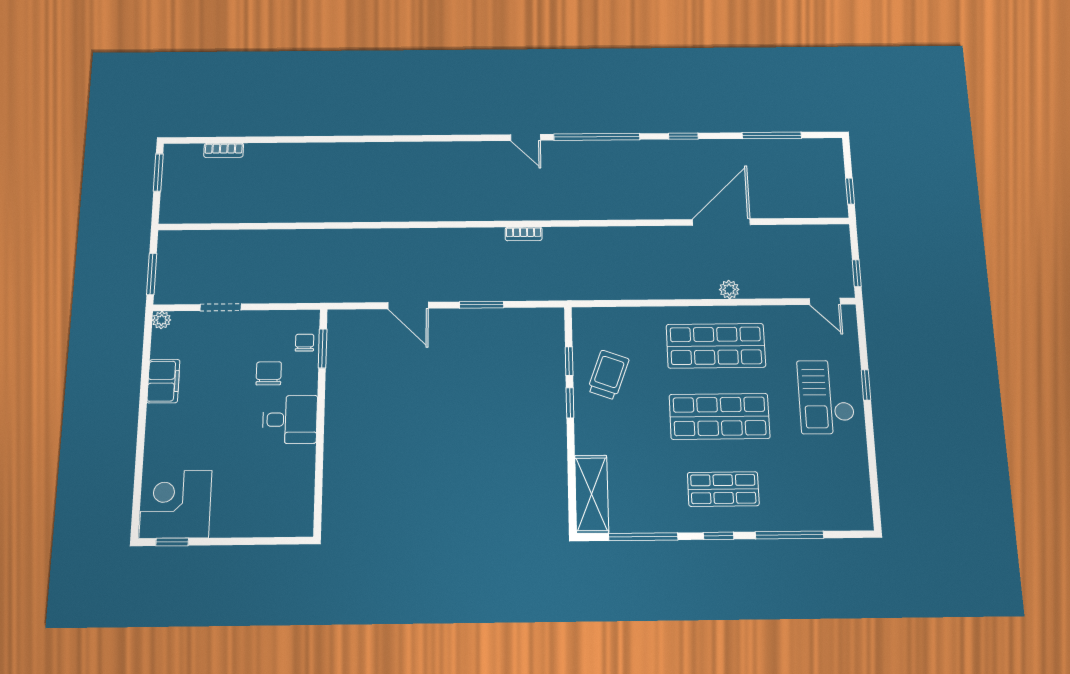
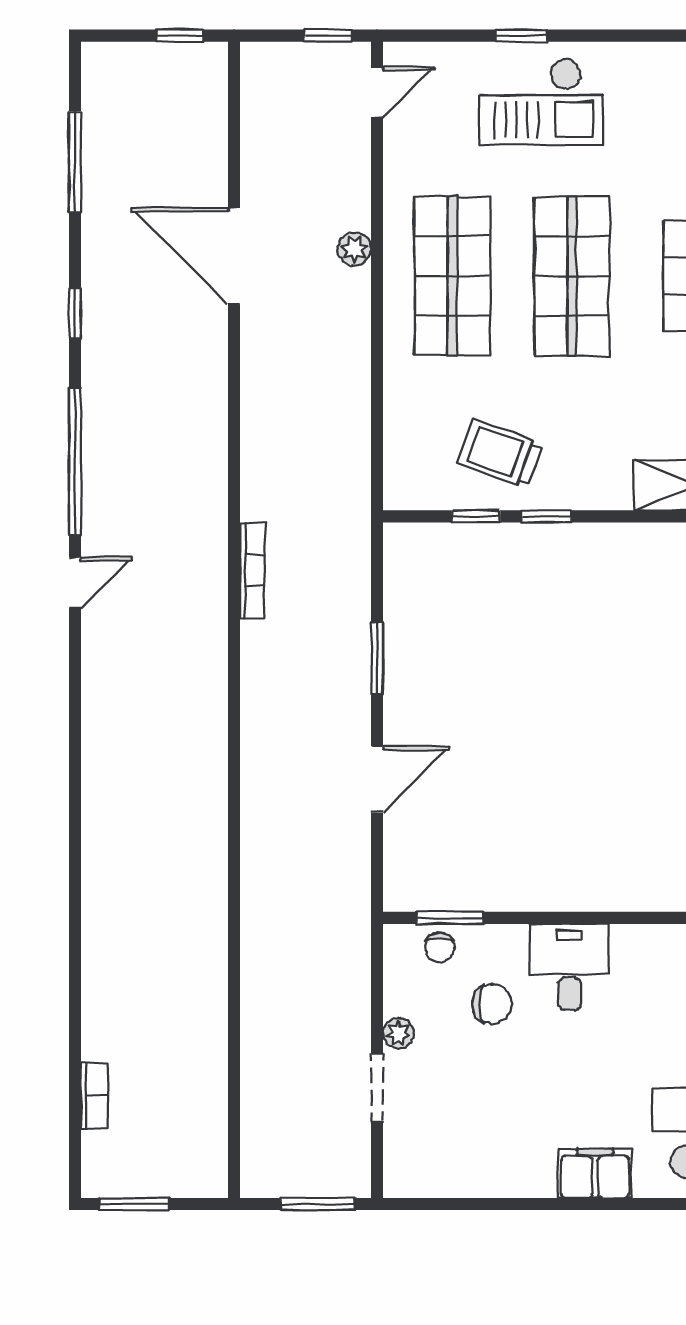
bookcase: (524, 234) -> (252, 571), width x1.56
plant: (162, 320) -> (398, 1033), moved
chair: (305, 343) -> (440, 947), turned -90
chair: (269, 373) -> (492, 1004), turned 180
filing cabinet: (163, 381) -> (595, 1173), moved

